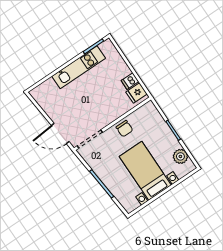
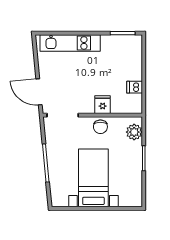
kitchen unit: (79, 67) -> (70, 43), moved
fridge: (136, 93) -> (103, 105), moved, turned 90
plant: (180, 156) -> (134, 132), moved

